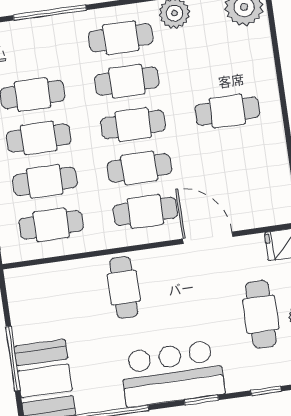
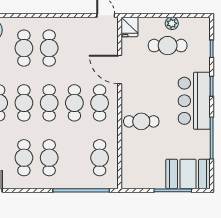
cafe table: (45, 181) -> (24, 48), moved
door: (208, 238) -> (120, 69), hinge flipped

